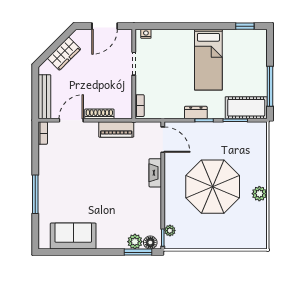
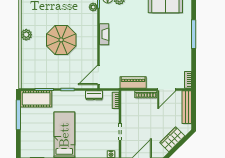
dresser: (196, 113) -> (94, 95), moved
door: (163, 140) -> (98, 75), hinge flipped
fireplace: (155, 173) -> (104, 34), moved
parasol: (213, 187) -> (61, 40), width x0.73, depth x0.73

